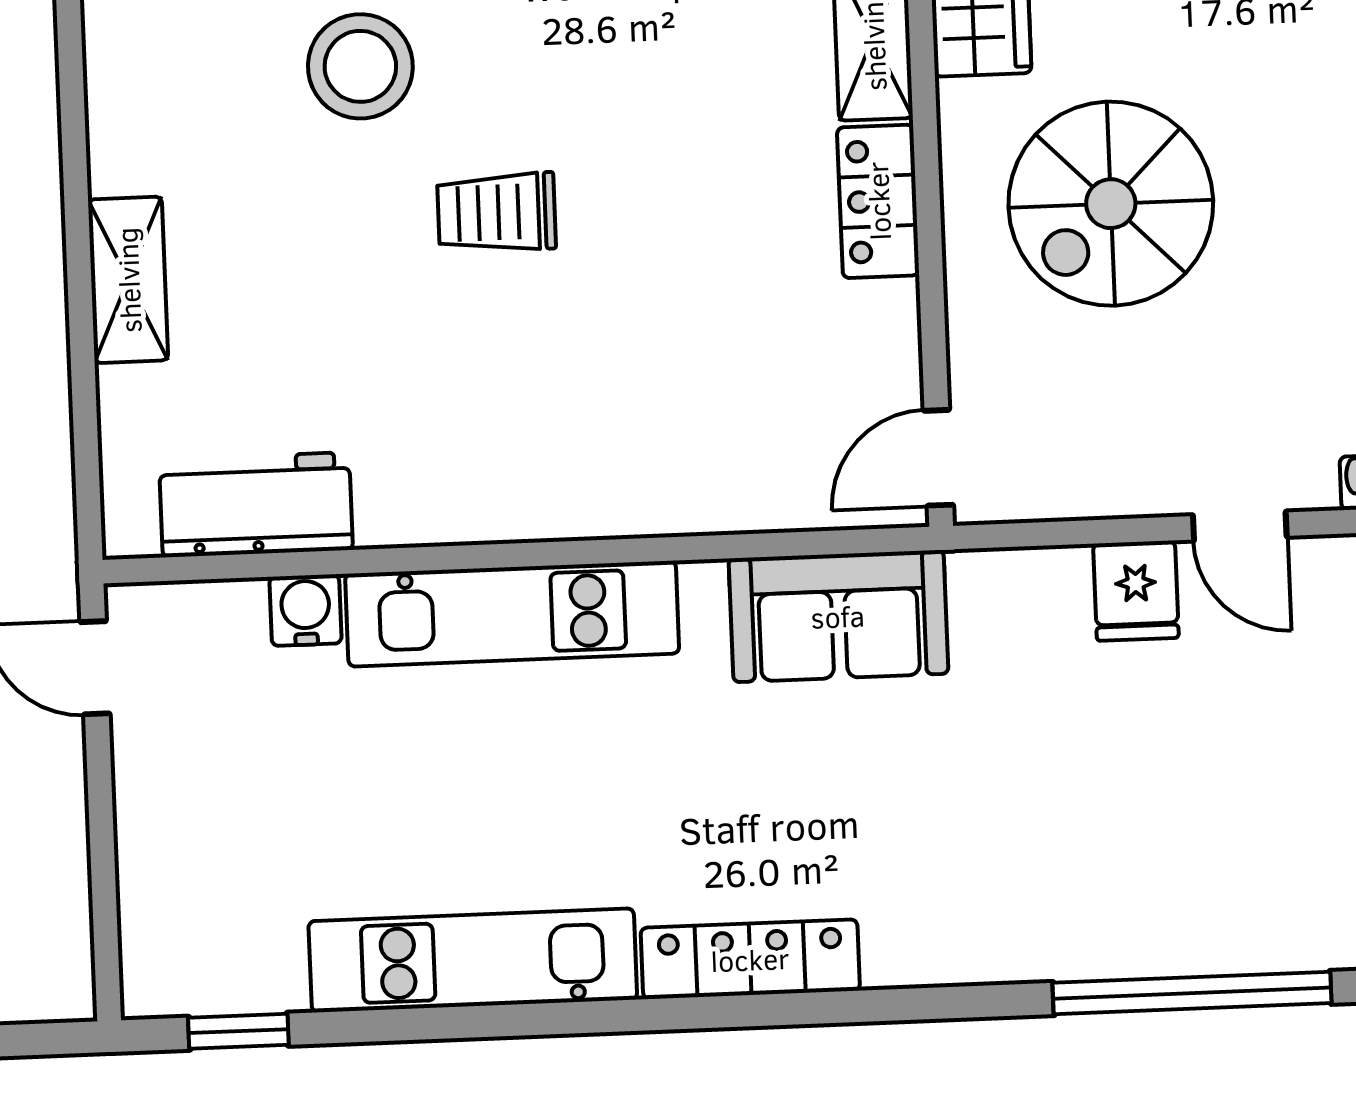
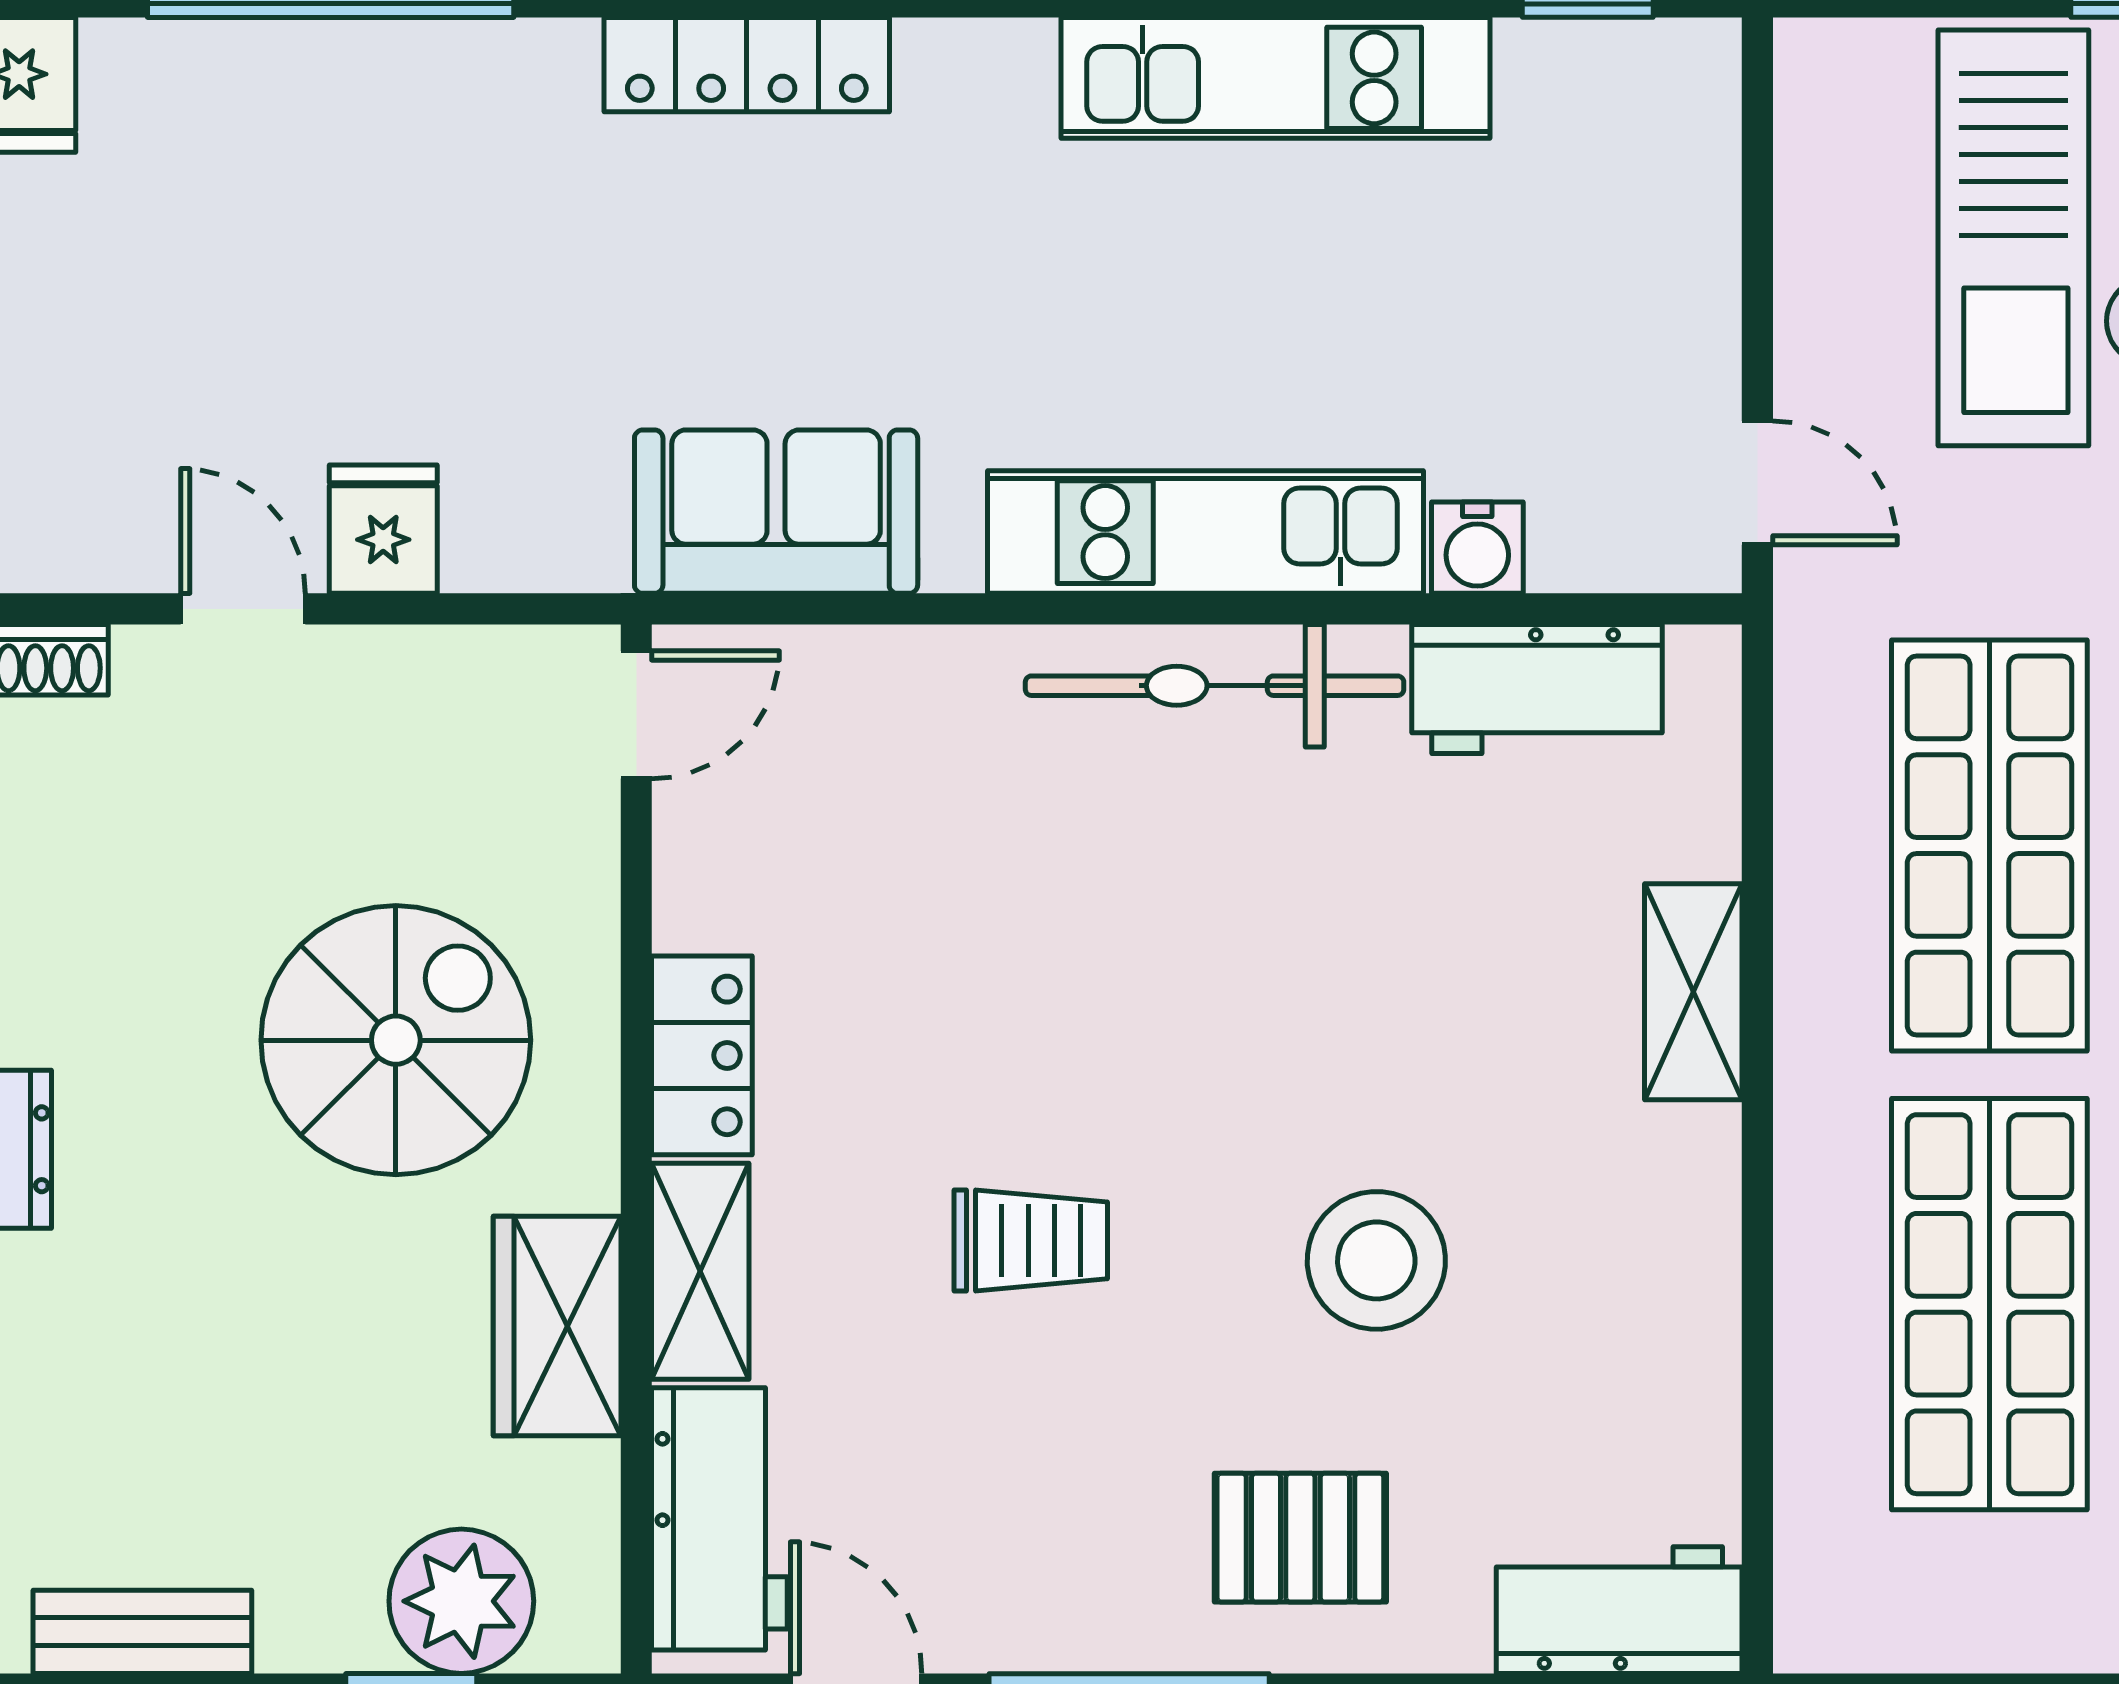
trolley: (497, 212) -> (1031, 1240), moved
bicycle: (501, 497) -> (1215, 686), added
locker: (750, 959) -> (747, 65), moved

